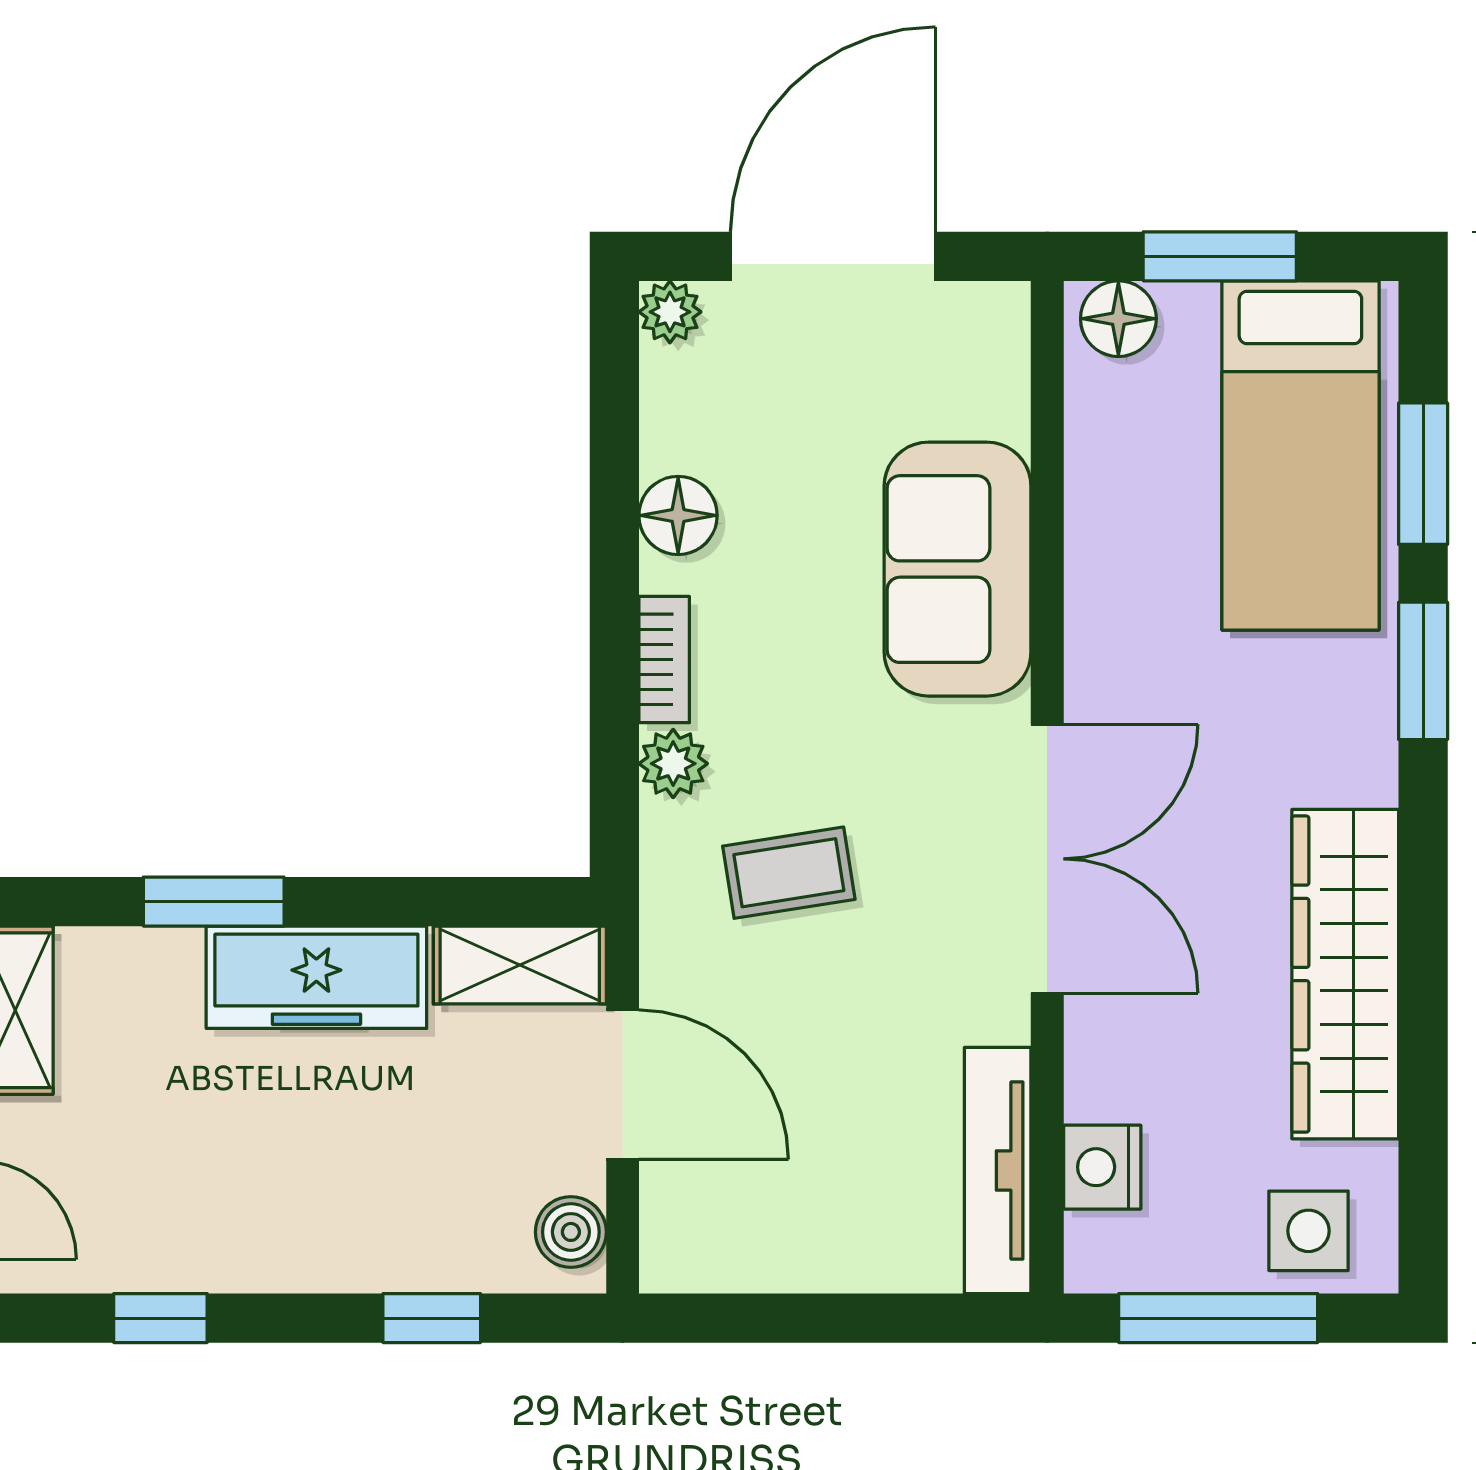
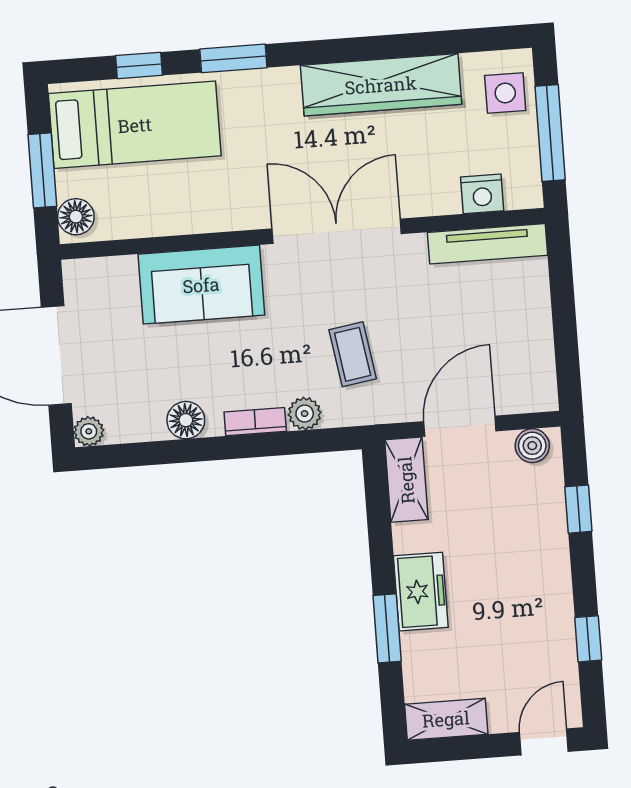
window: (1423, 474) -> (139, 65), width x0.67
freezer: (316, 977) -> (421, 592), width x0.71

